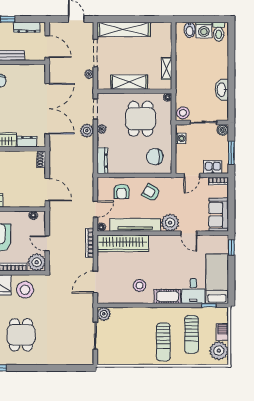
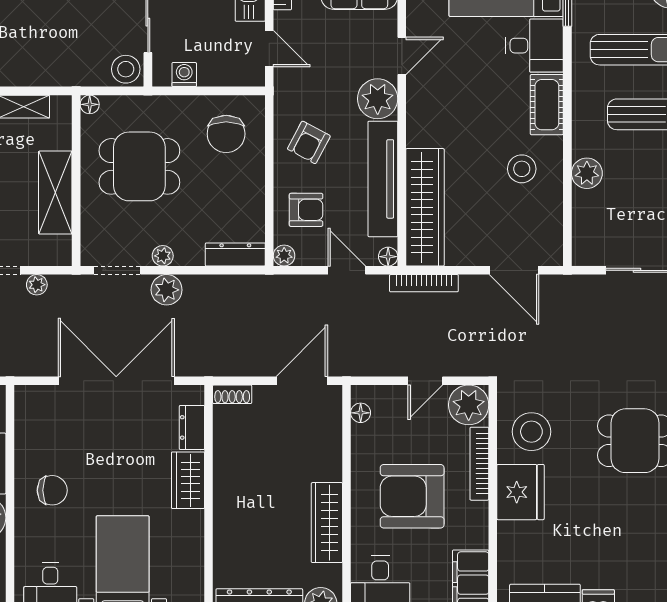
plant: (102, 182) -> (284, 256), added
plant: (104, 314) -> (587, 173), moved

